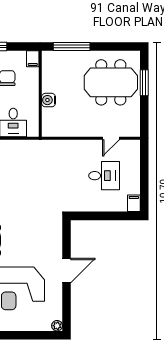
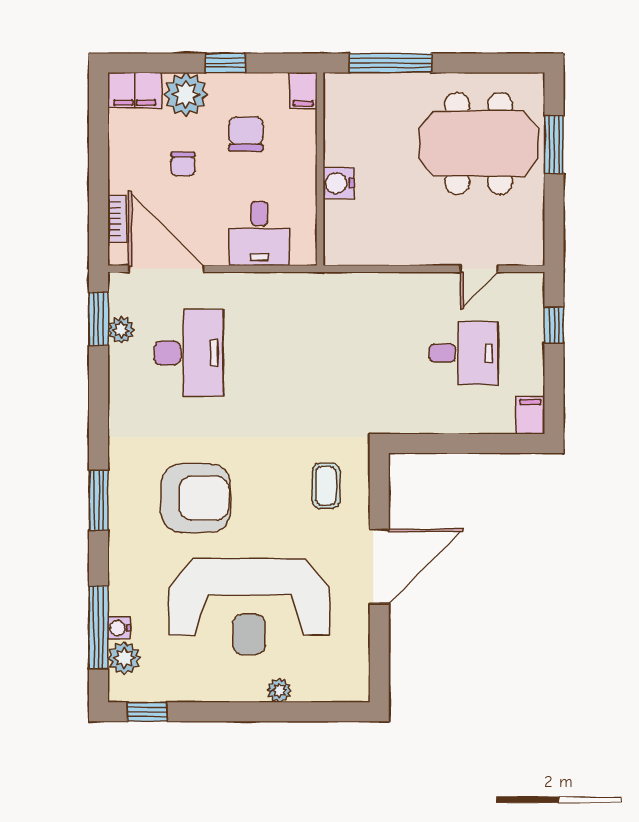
window: (144, 163) -> (554, 325), added
coffee table: (43, 235) -> (326, 486), added
door: (67, 271) -> (379, 566), width x1.36
plant: (57, 326) -> (279, 690), moved

